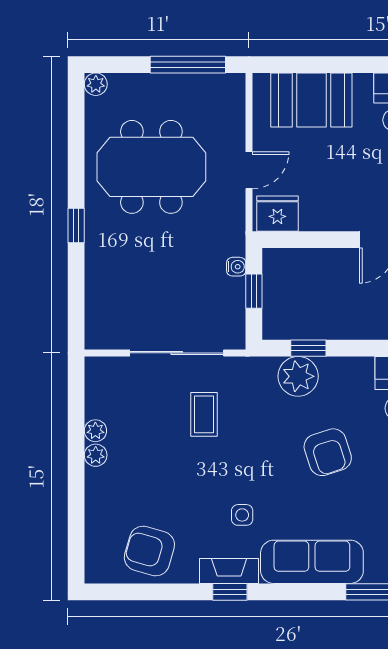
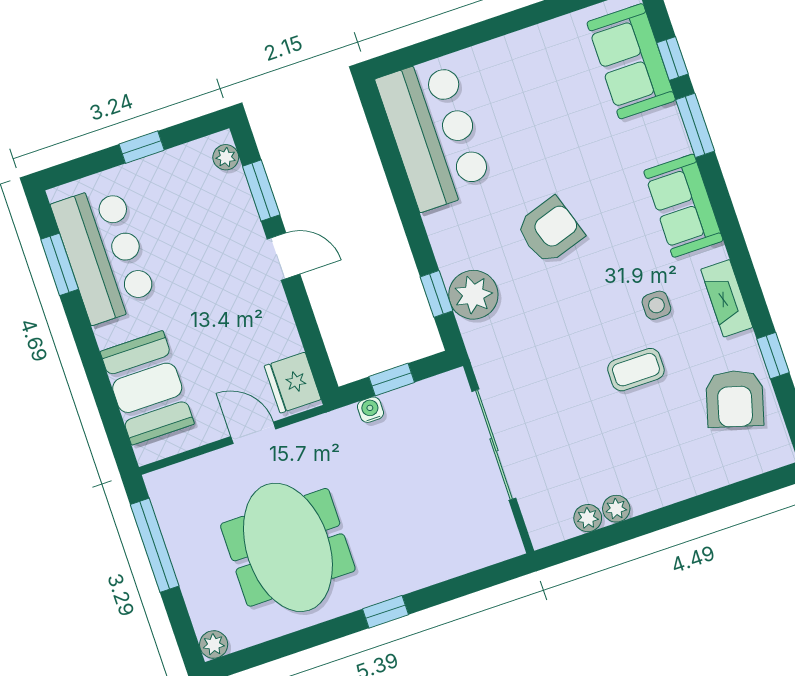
coffee table: (204, 414) -> (636, 370), moved
plant: (96, 455) -> (588, 518), moved
sofa: (312, 562) -> (683, 206), width x0.73
window: (230, 592) -> (773, 356), moved

